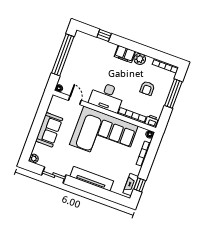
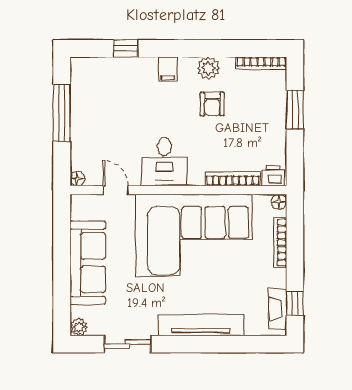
filing cabinet: (125, 54) -> (168, 69), width x0.50
window: (63, 55) -> (62, 113), width x0.68
armchair: (147, 88) -> (212, 104), moved
window: (173, 94) -> (295, 110), width x0.69
desk: (107, 97) -> (164, 162), width x0.73
sofa: (49, 130) -> (88, 263), width x1.36

